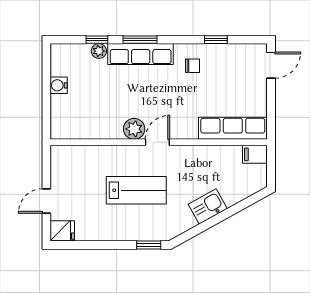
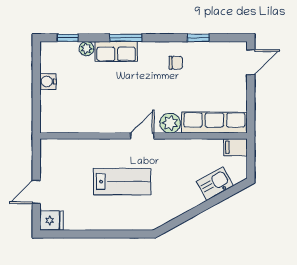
window: (97, 40) -> (68, 38), moved
row of seats: (141, 54) -> (116, 52), width x0.68
plant: (134, 129) -> (170, 123), moved
kitchen sink: (208, 206) -> (215, 184), moved
window: (149, 245) -> (134, 234), removed

